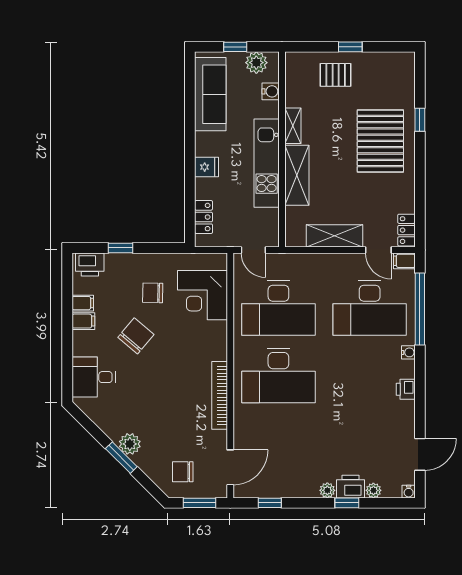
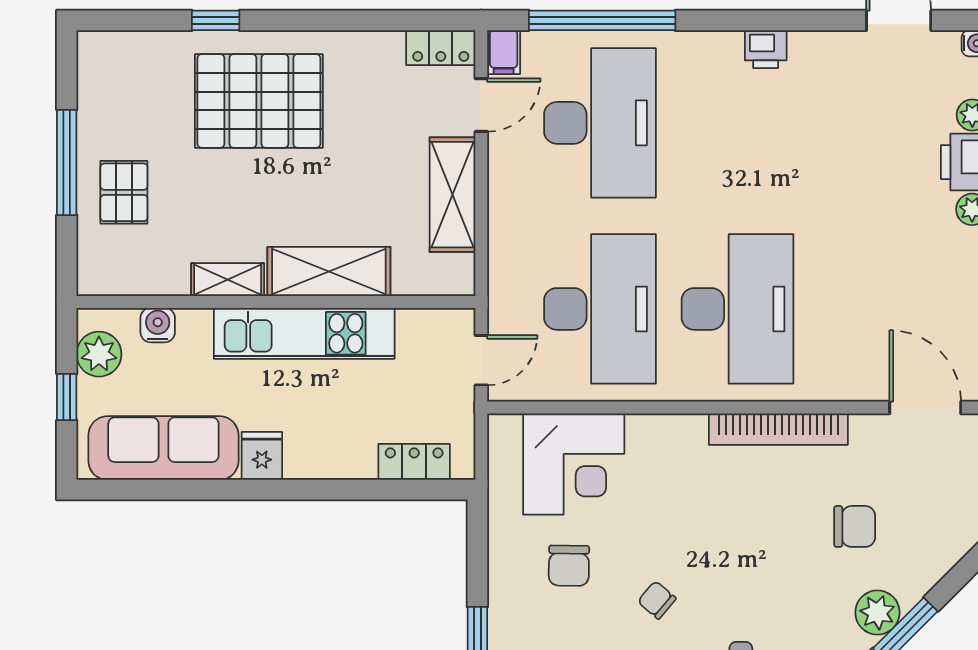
window: (350, 47) -> (67, 162), width x2.17
fridge: (206, 167) -> (262, 456), moved
chair: (136, 336) -> (657, 600), width x0.54, depth x0.54
water cooler: (408, 352) -> (691, 44), removed
chair: (183, 472) -> (855, 526), moved, turned -90

